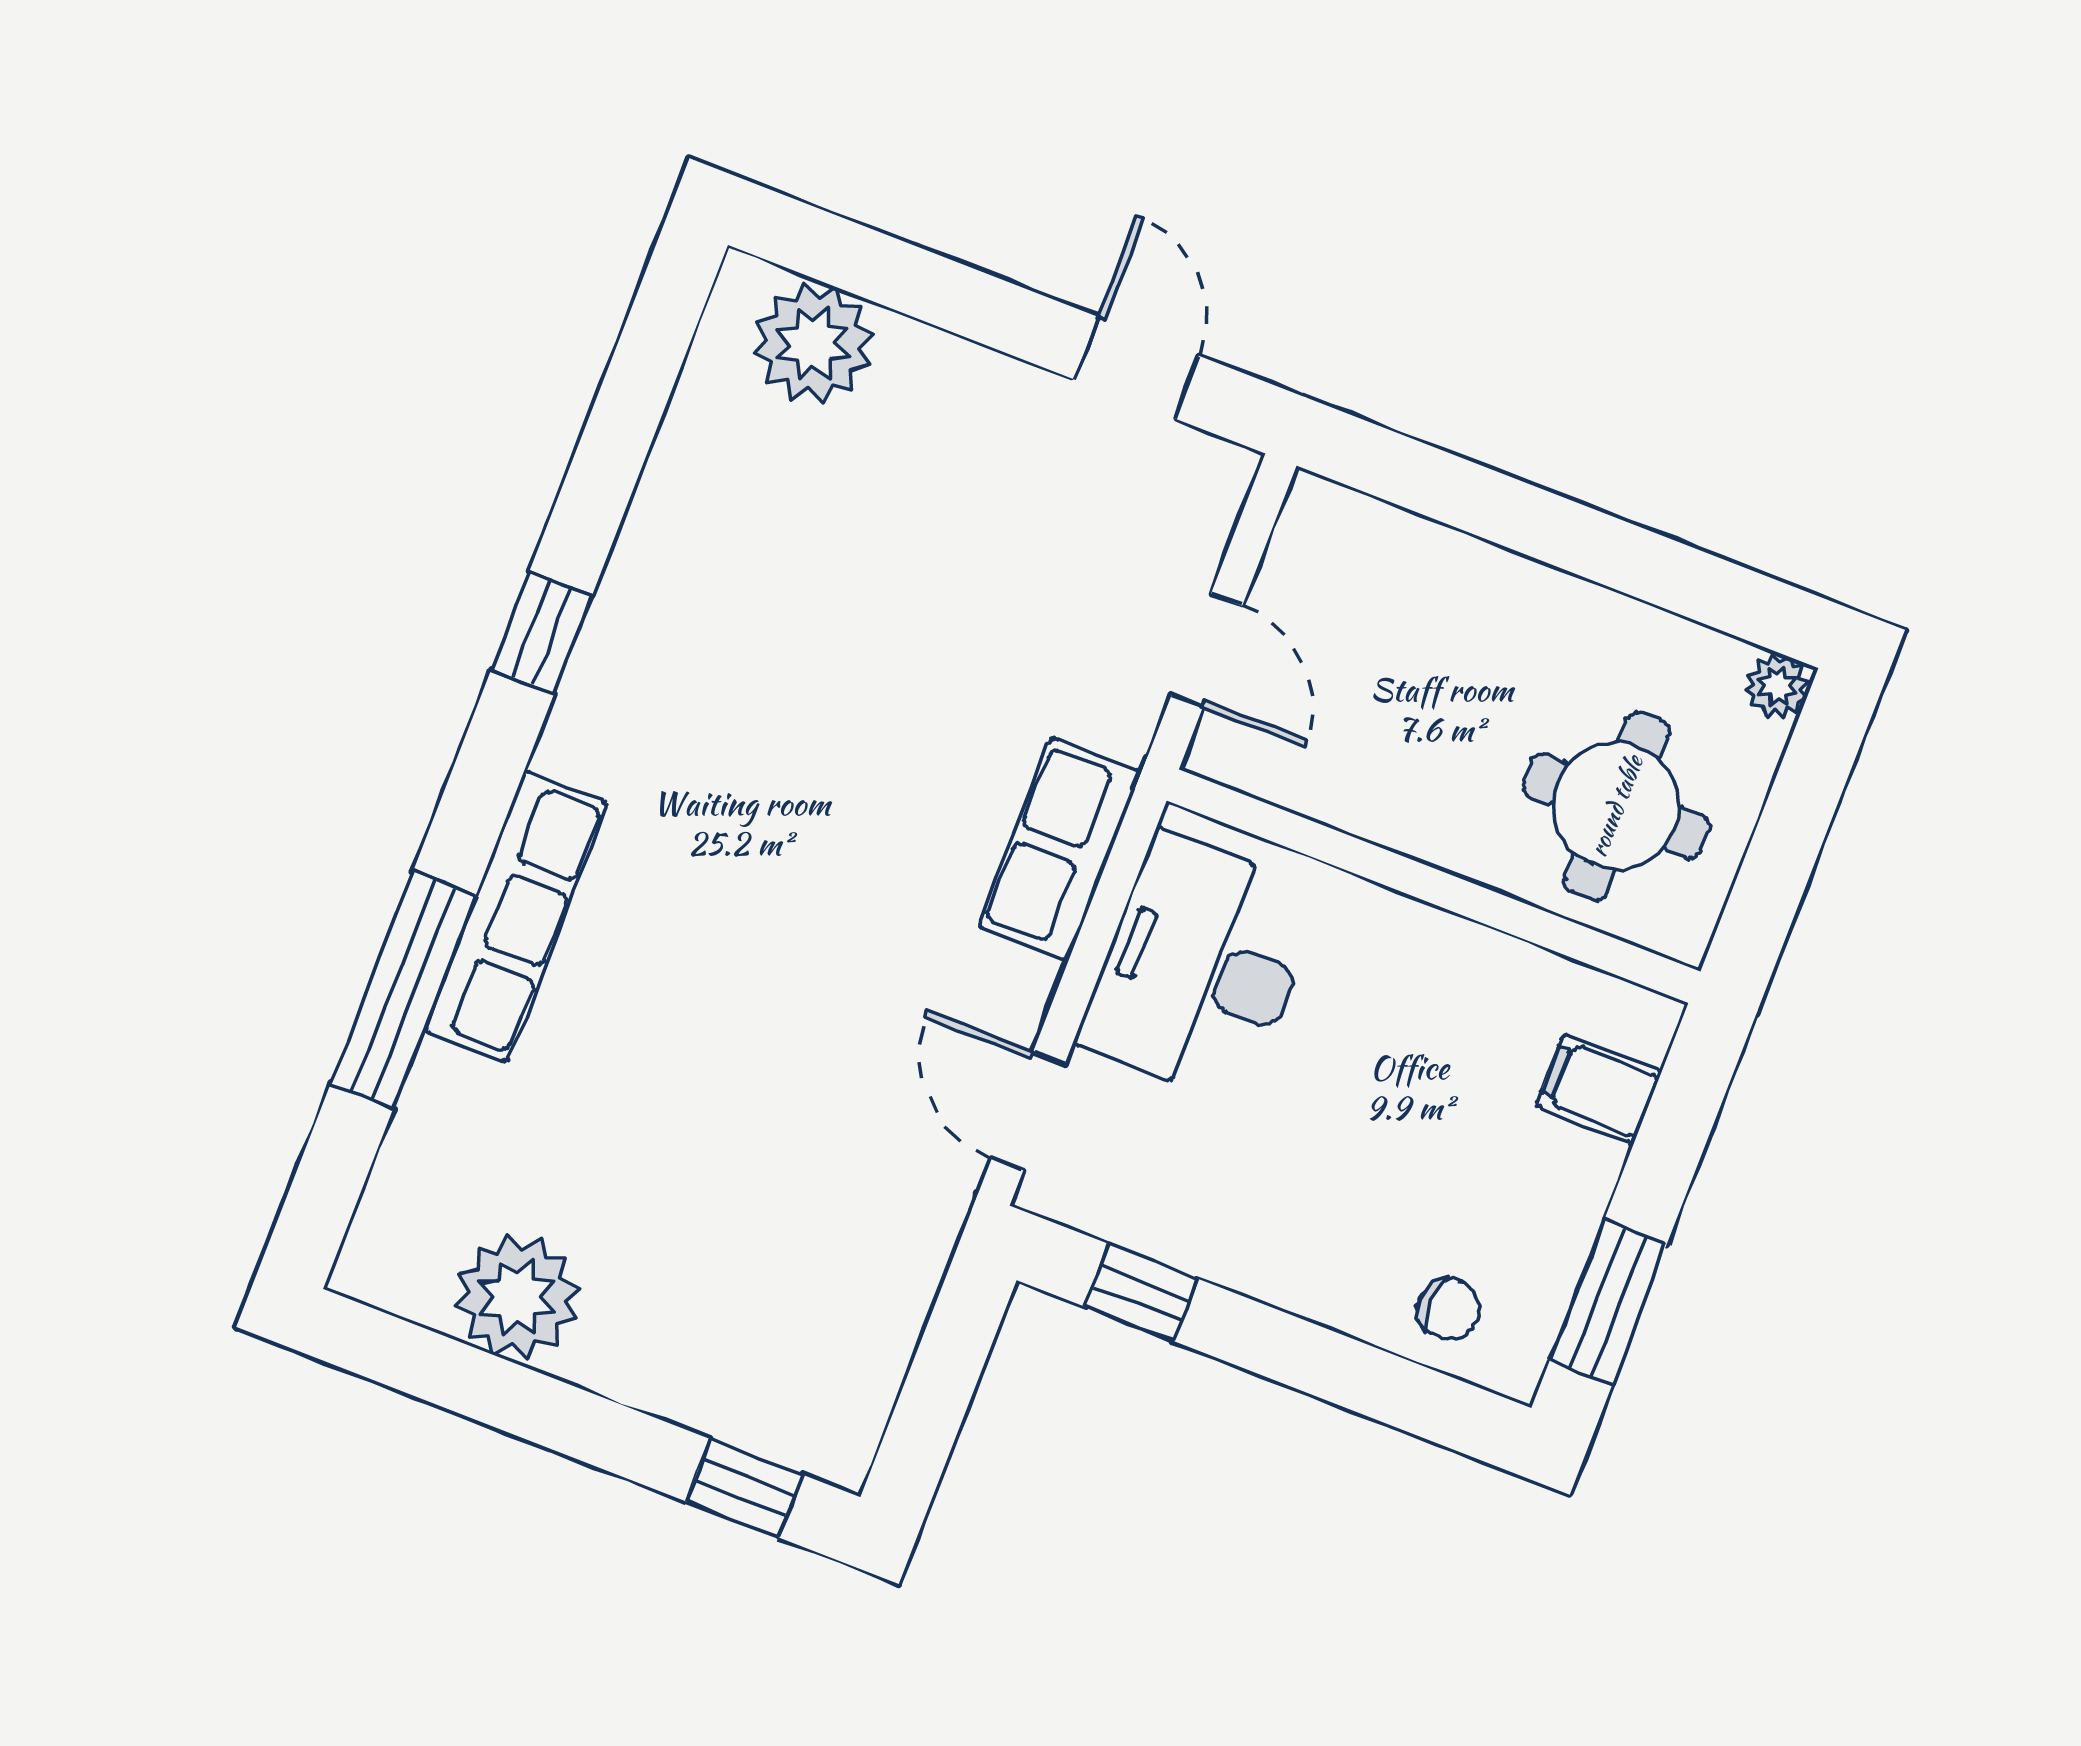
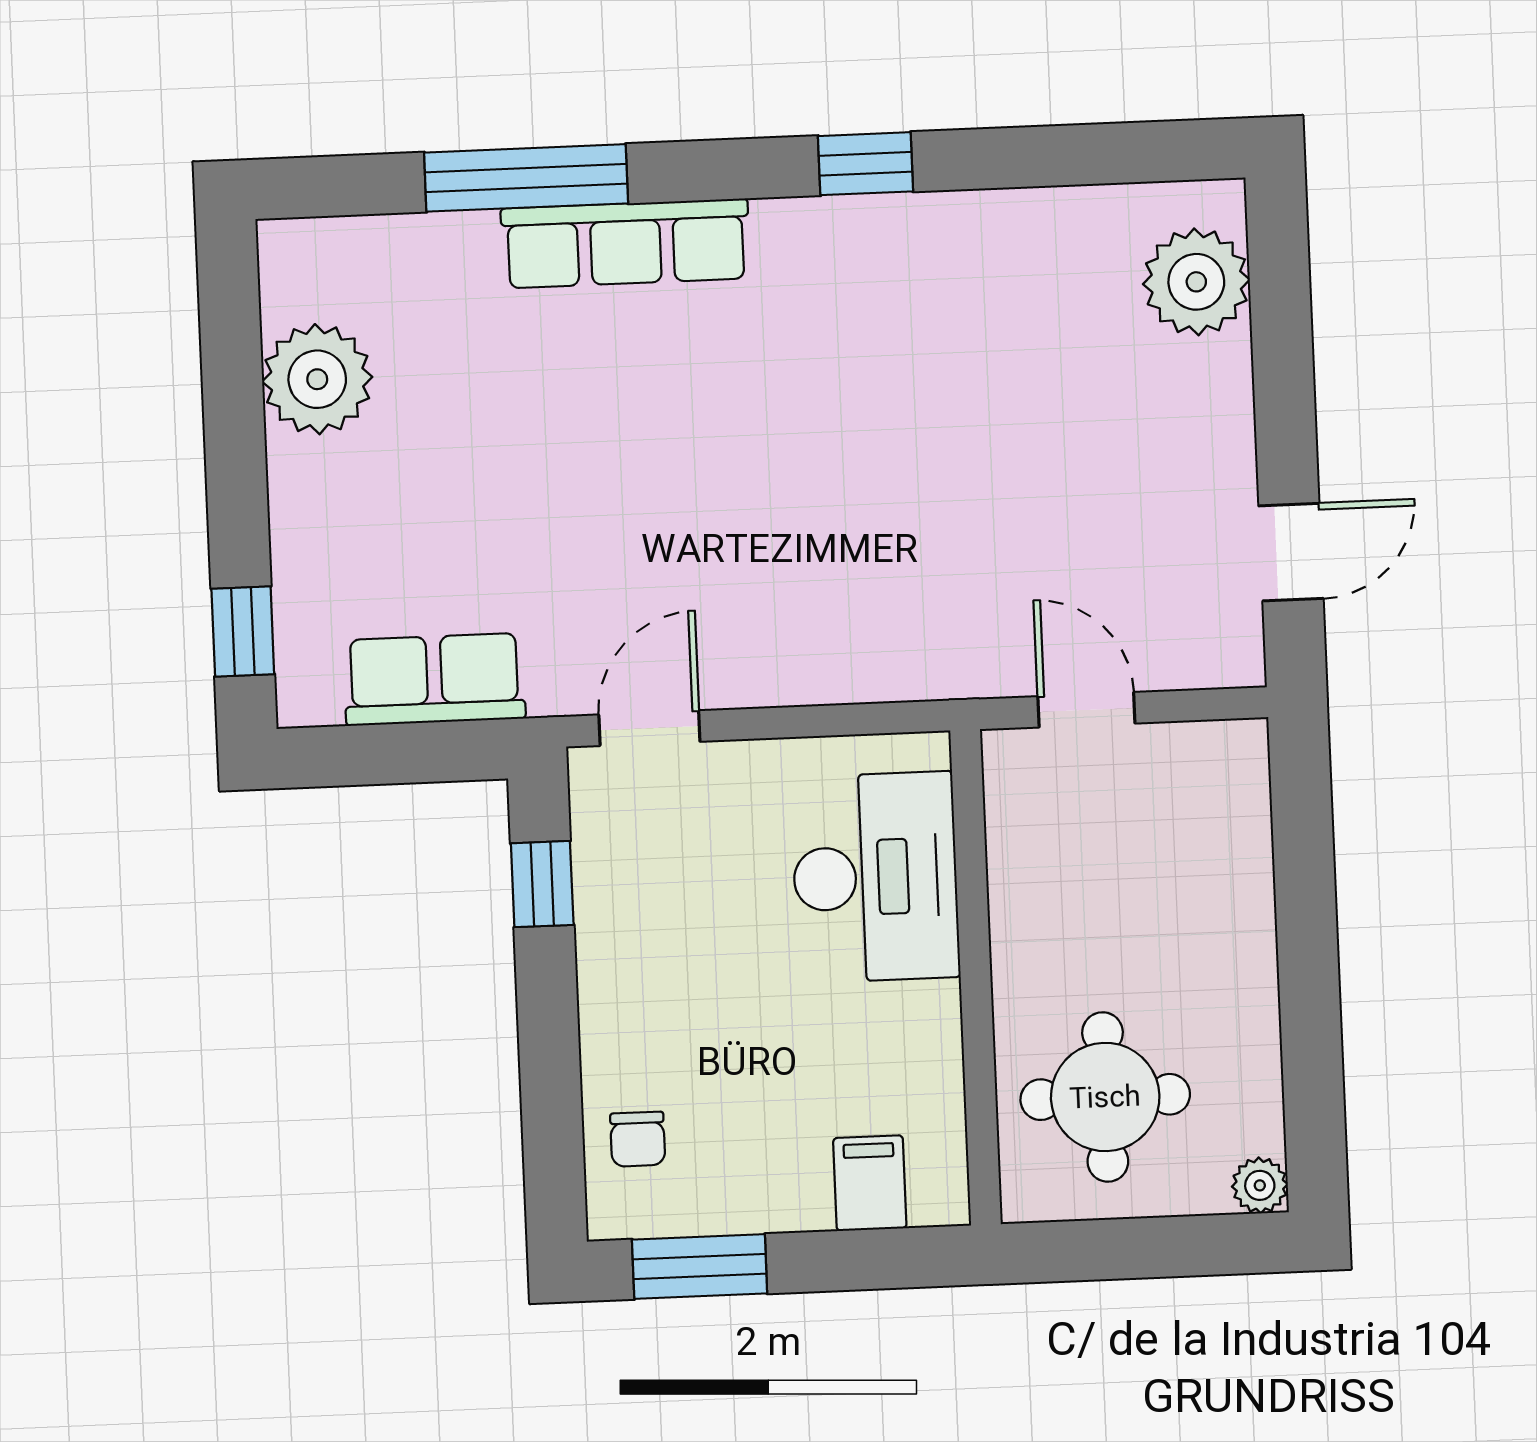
door: (1207, 651) -> (1086, 710), swing flipped
row of seats: (1060, 849) -> (434, 679), moved
desk: (1200, 968) -> (875, 877), moved, turned 90

